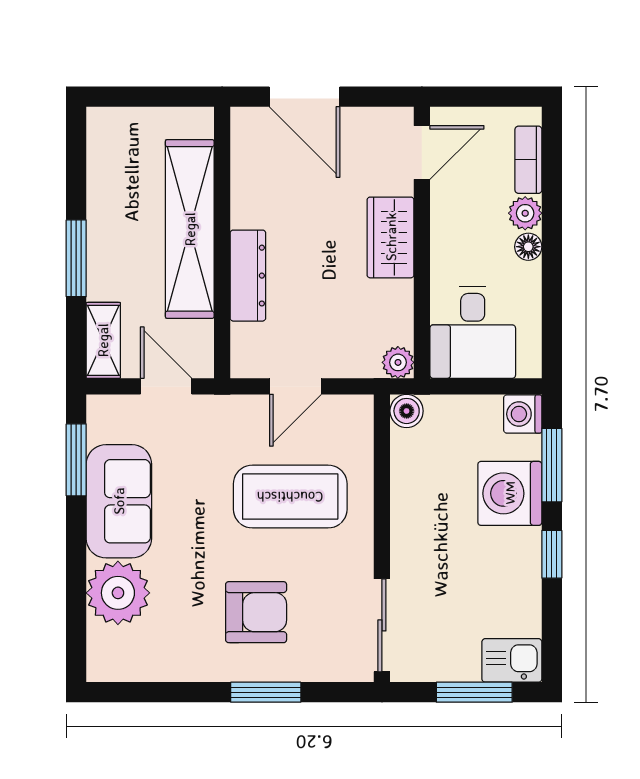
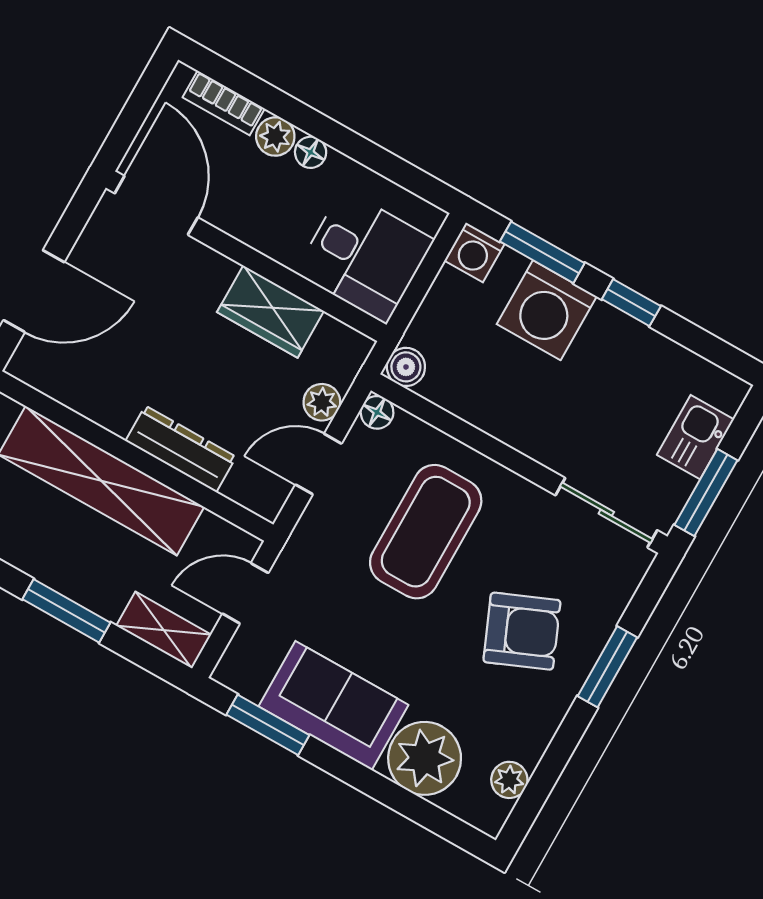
door: (422, 153) -> (156, 205), width x1.38
wardrobe: (391, 237) -> (271, 312), moved
plant: (398, 362) -> (322, 402), moved
door: (295, 386) -> (318, 464), swing flipped
floor lamp: (360, 409) -> (377, 412), added
armchair: (256, 612) -> (522, 631), turned 67
kitchen sink: (512, 660) -> (695, 437), moved
plant: (138, 666) -> (509, 780), added
window: (474, 692) -> (706, 493), moved

